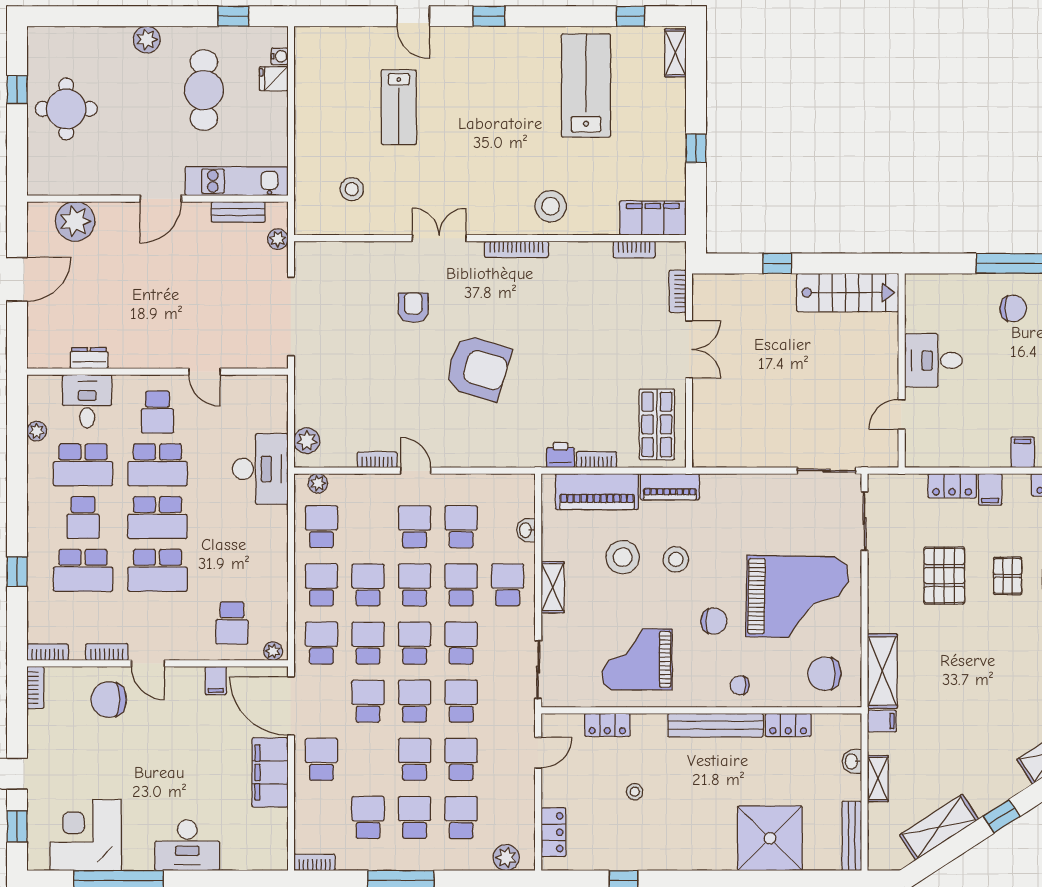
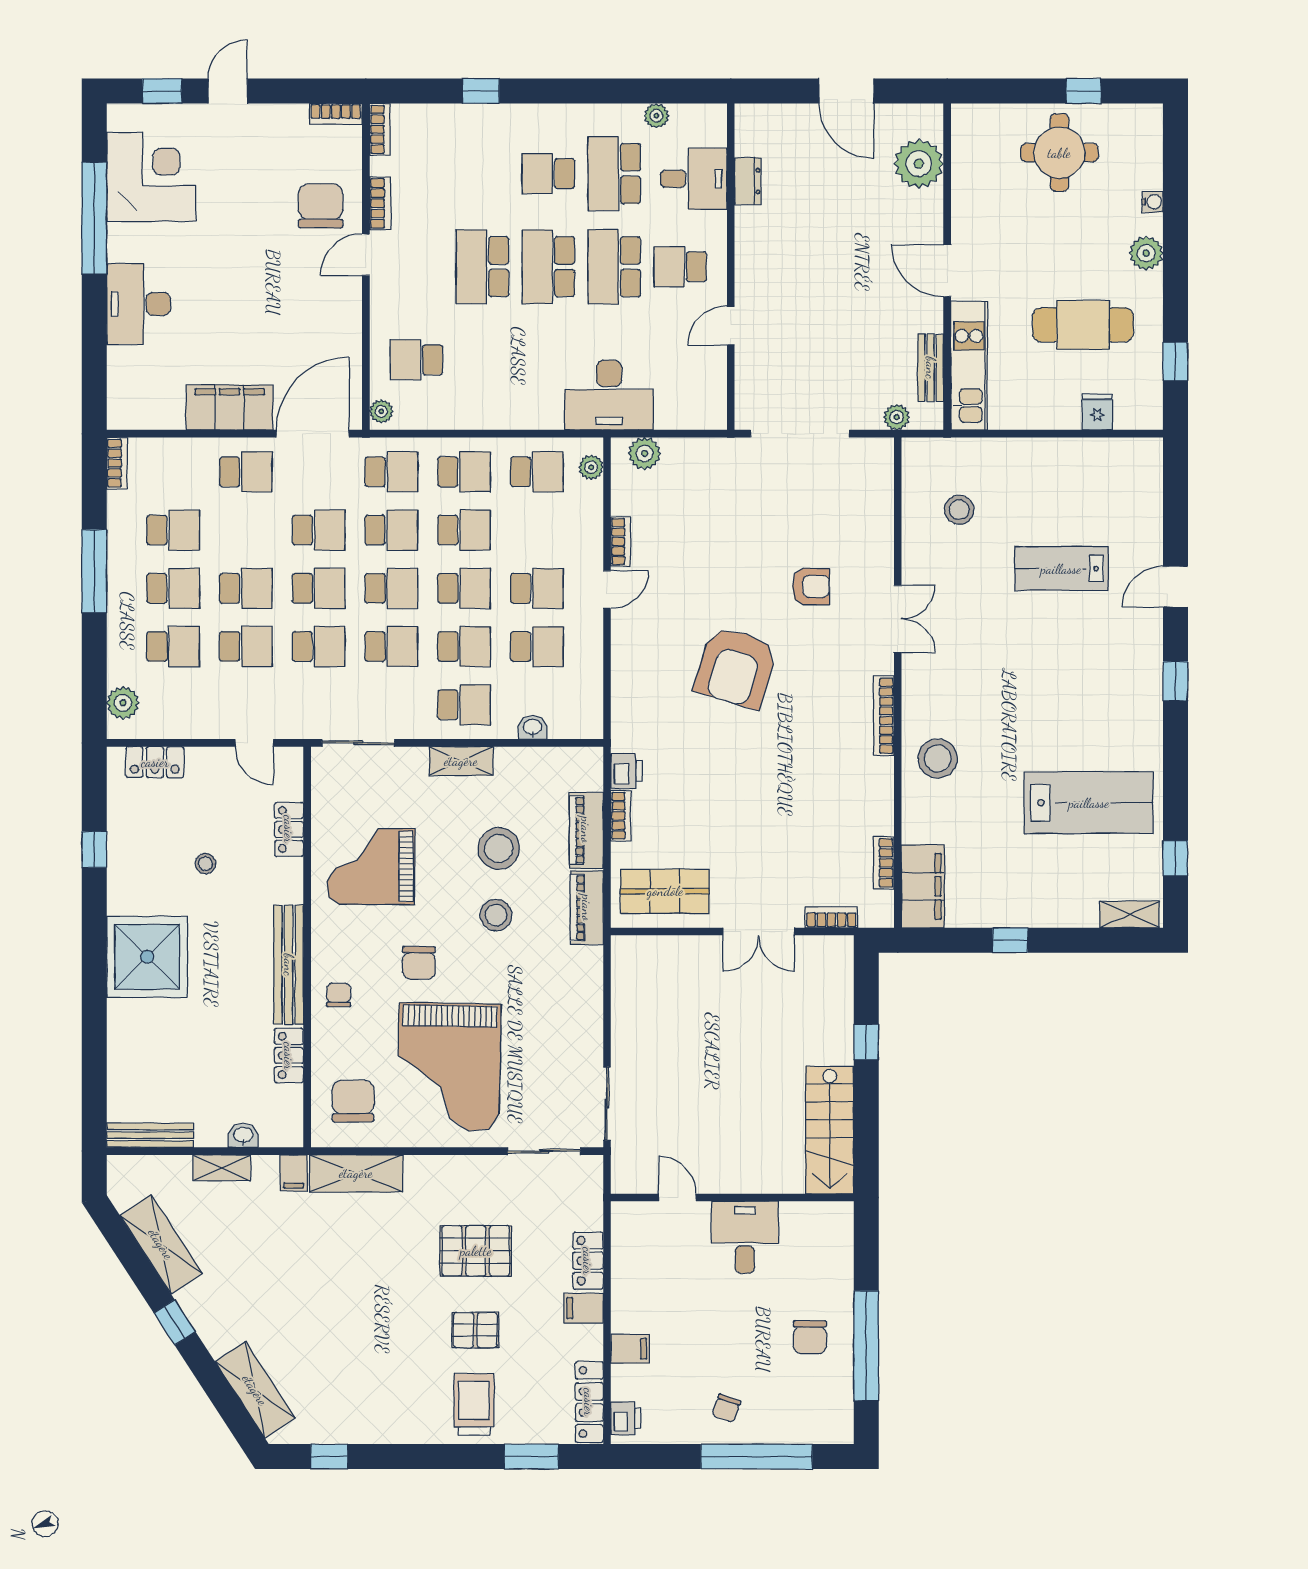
water cooler: (280, 56) -> (1153, 202), moved, turned -90
piano: (597, 492) -> (586, 830), width x0.73, depth x0.75
school desk: (83, 570) -> (482, 174), removed
grand piano: (637, 659) -> (371, 866), turned -90
filing cabinet: (216, 681) -> (344, 340), removed
shower: (770, 838) -> (147, 957), moved

